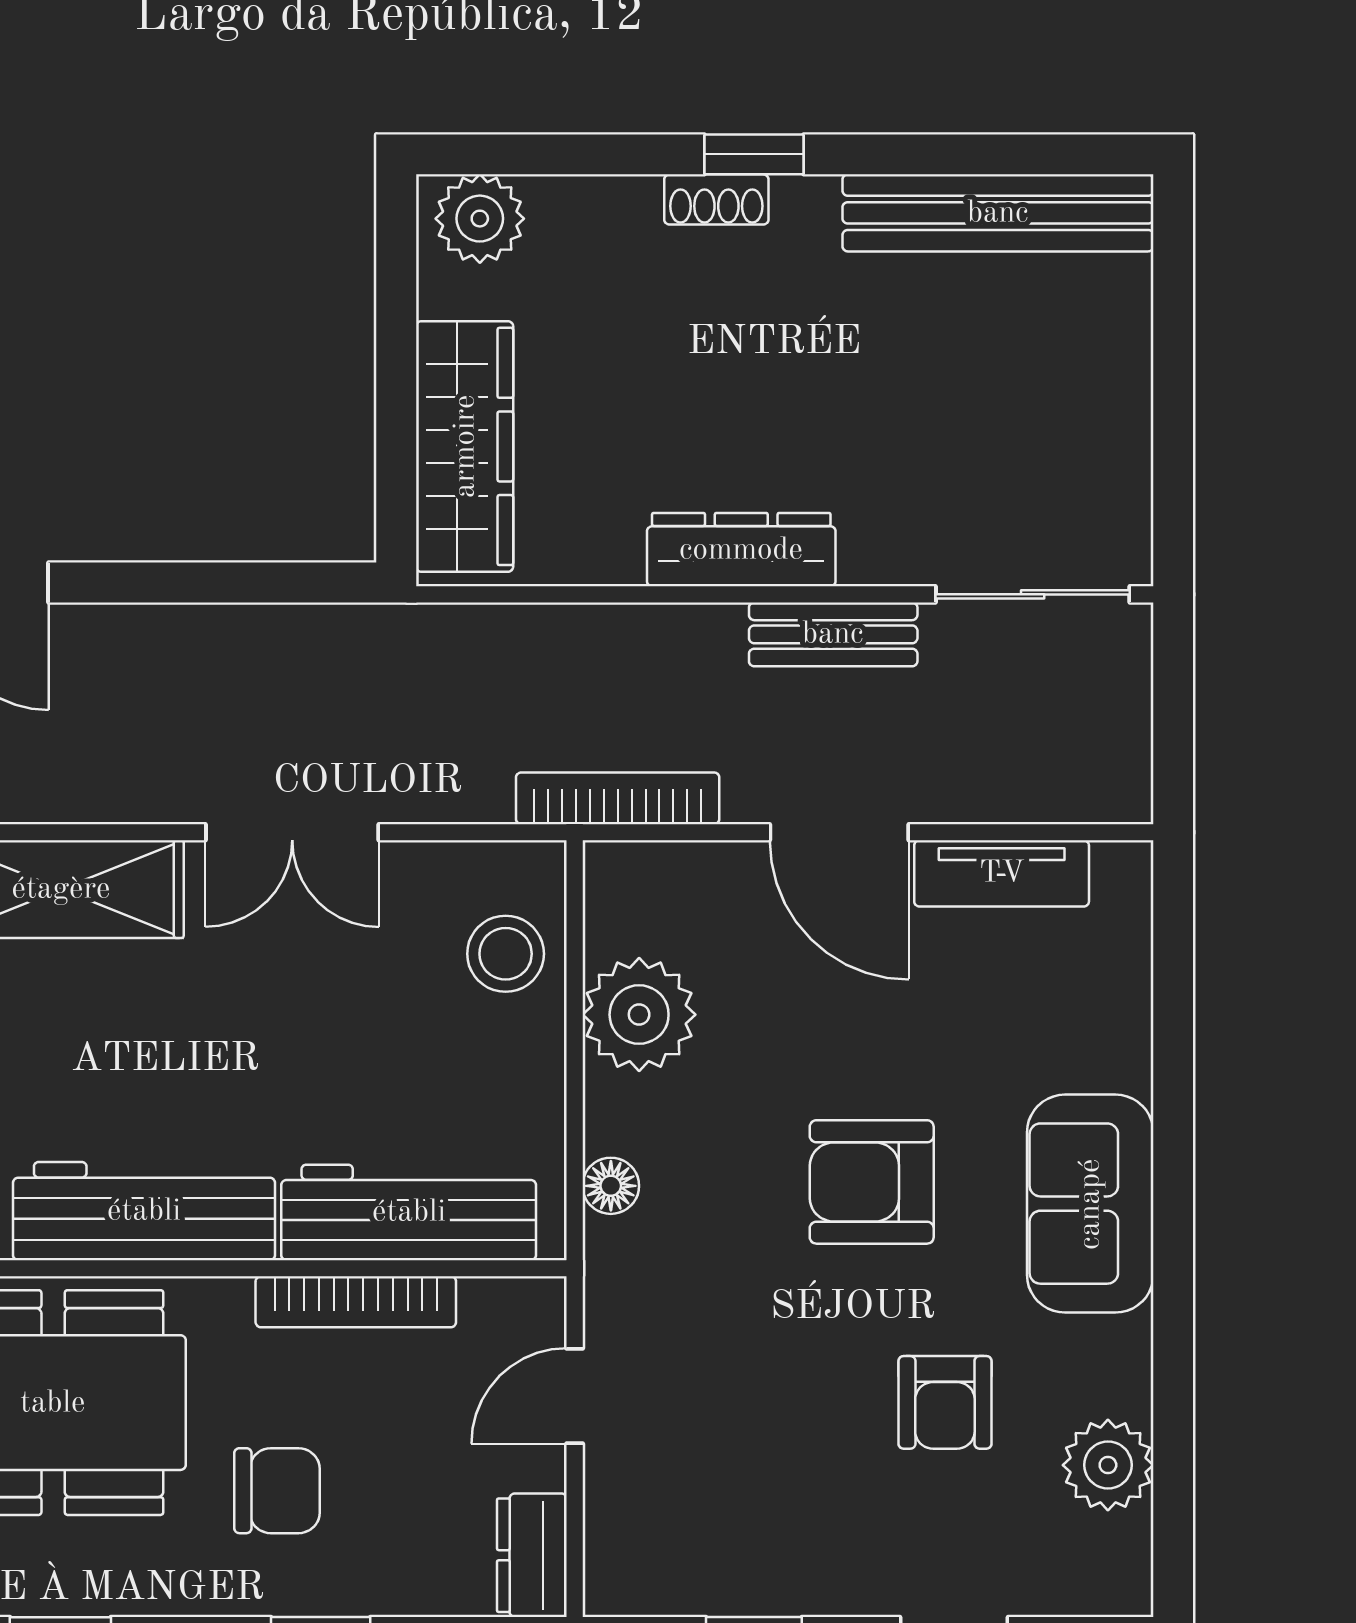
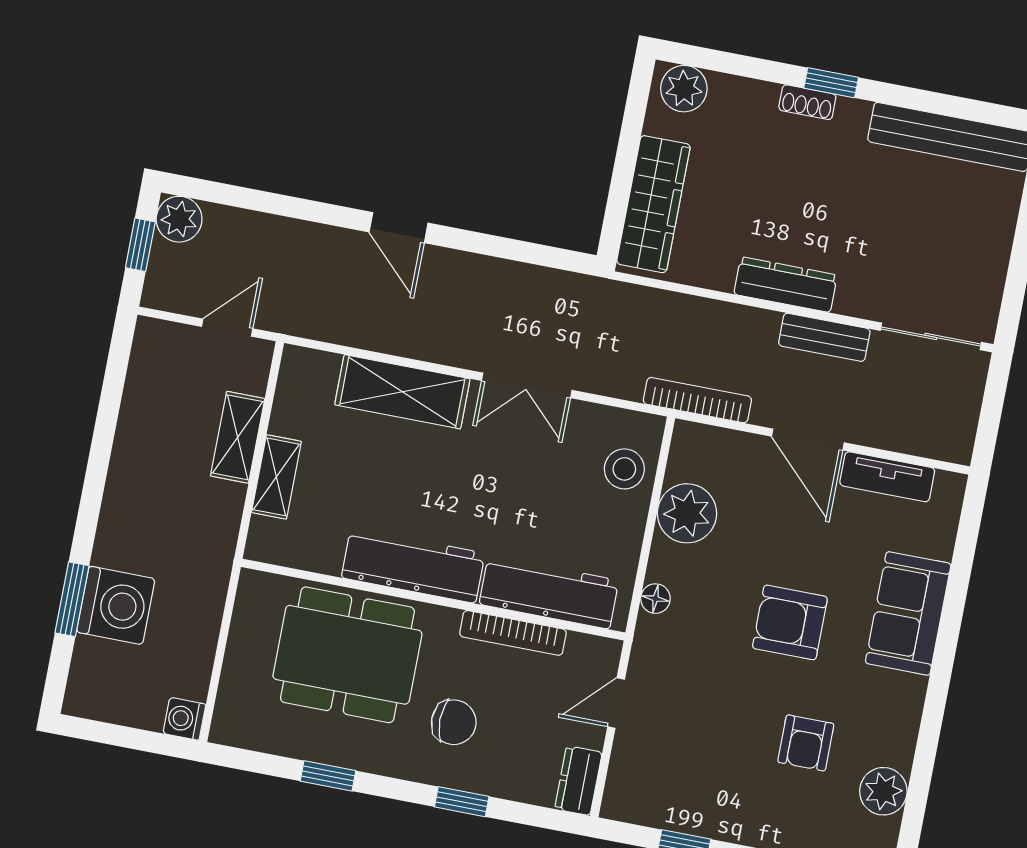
sofa: (1090, 1204) -> (908, 613), moved

